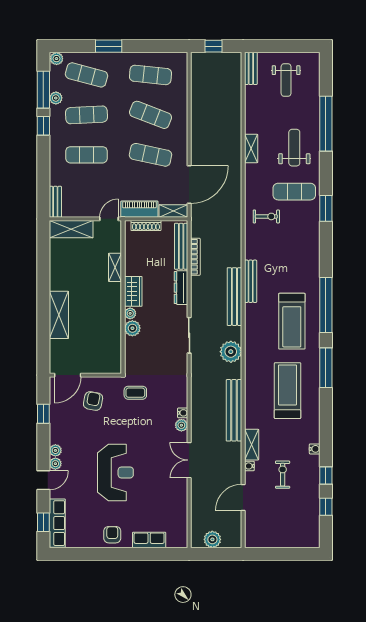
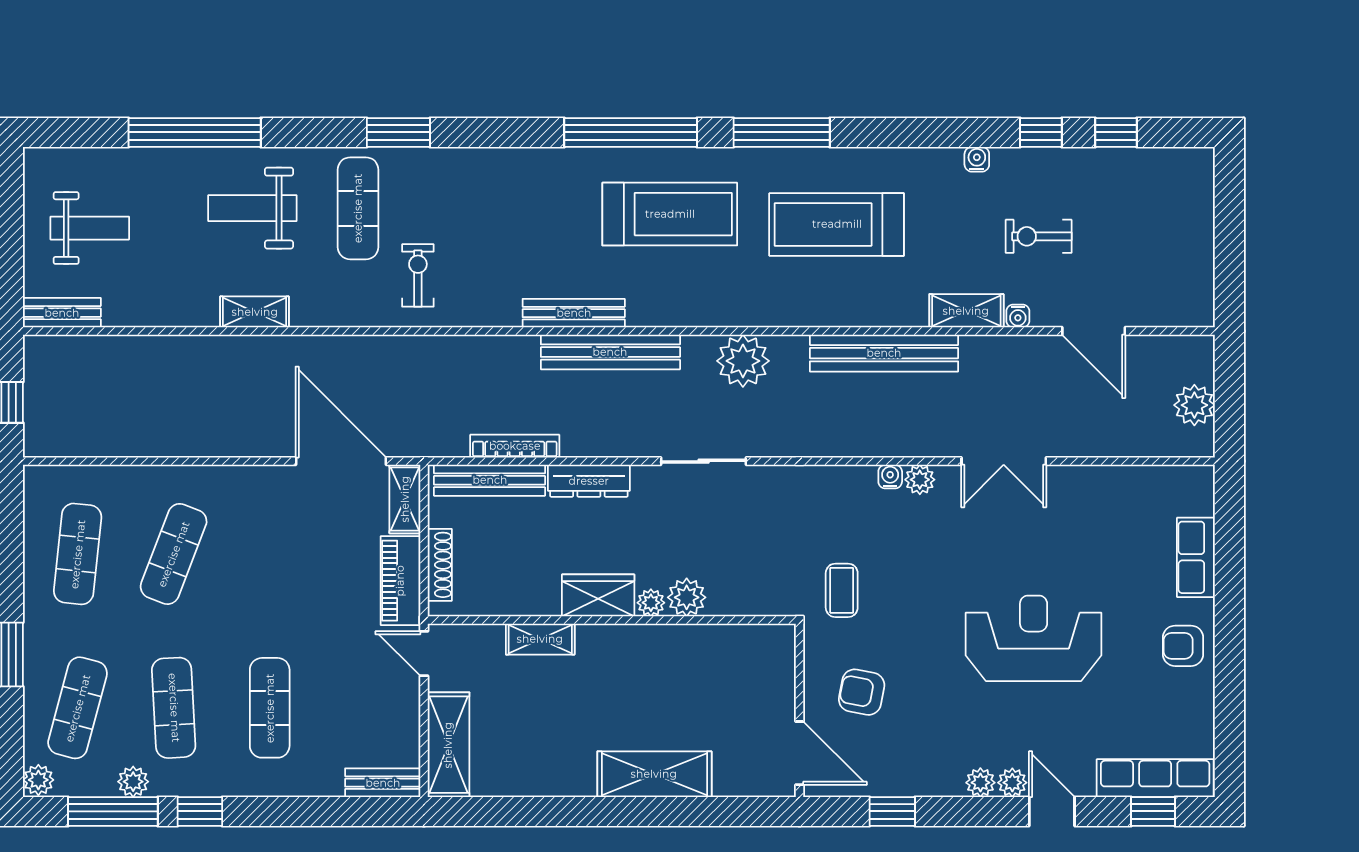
exercise mat: (150, 155) -> (270, 554), removed

